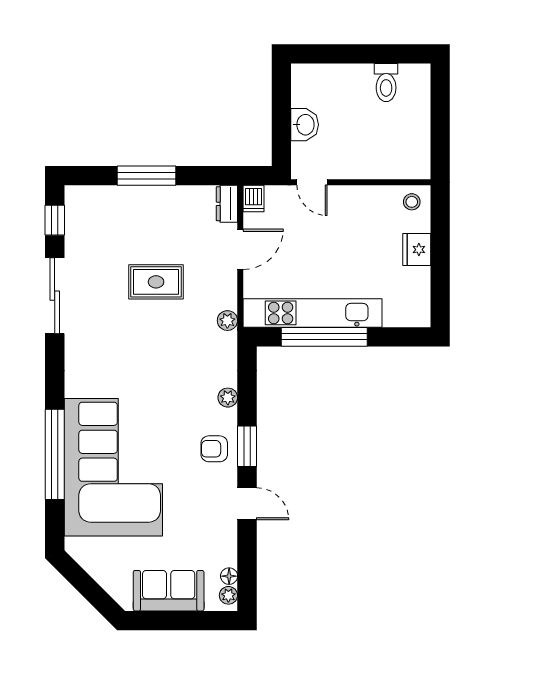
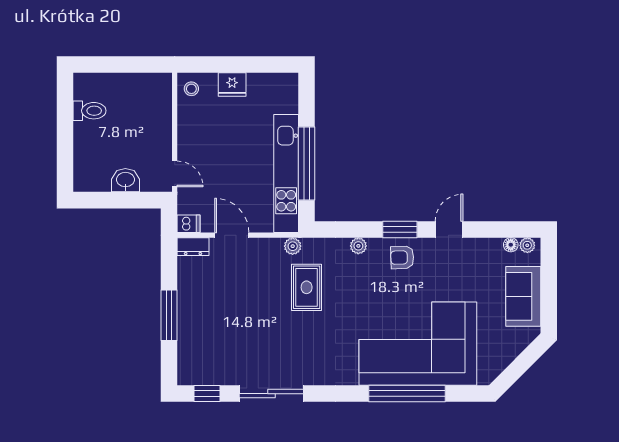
door: (312, 182) -> (175, 174), hinge flipped
rug: (156, 282) -> (307, 287), moved
armchair: (214, 449) -> (402, 257), turned 88

